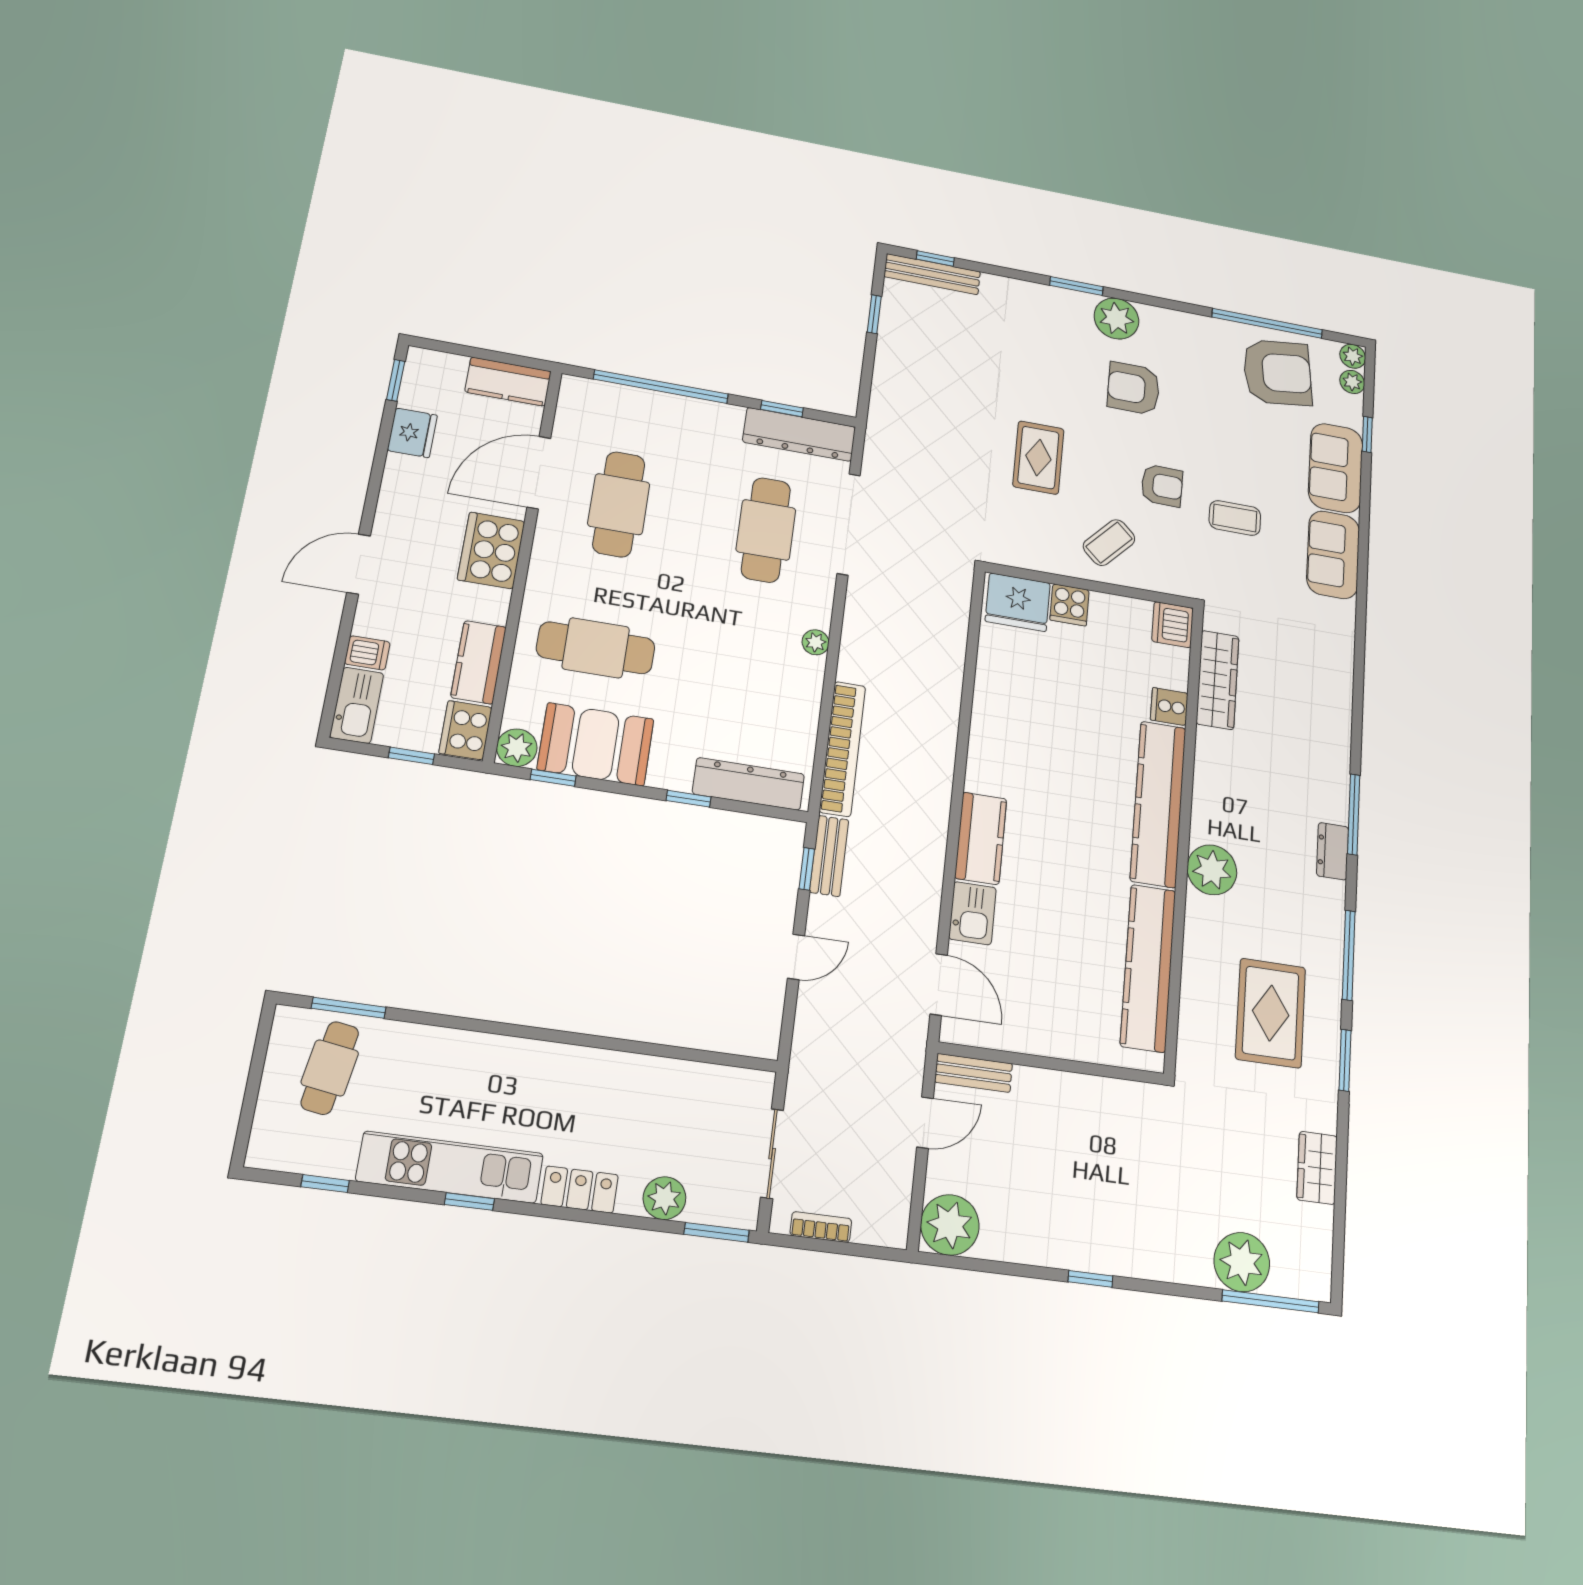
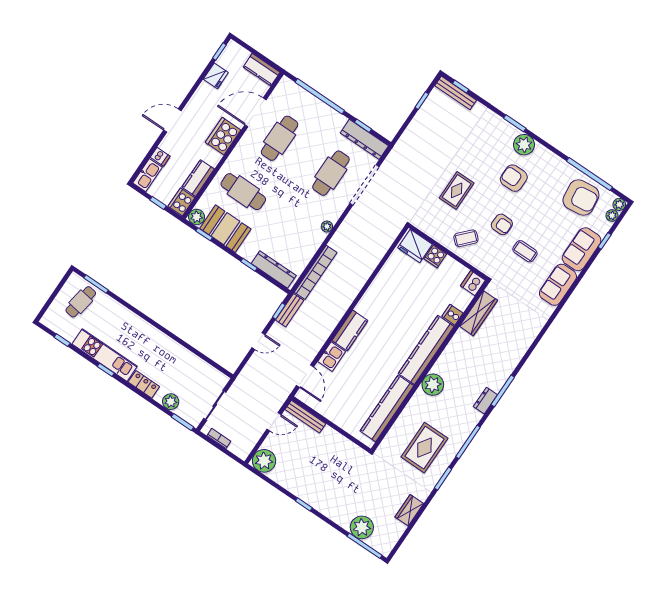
bench: (974, 1073) -> (305, 417), width x1.36

